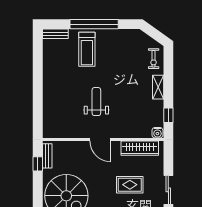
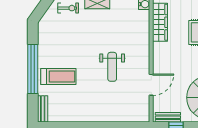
weight bench: (96, 102) -> (112, 67), turned -90
door: (100, 139) -> (151, 85), moved

